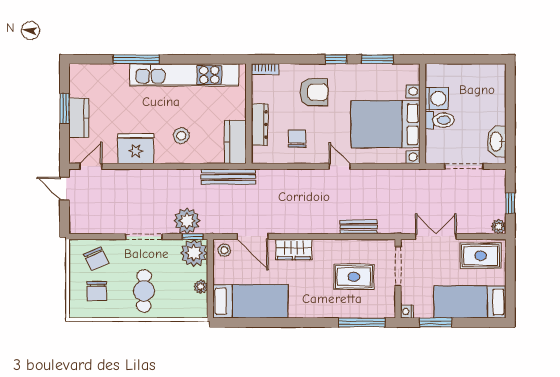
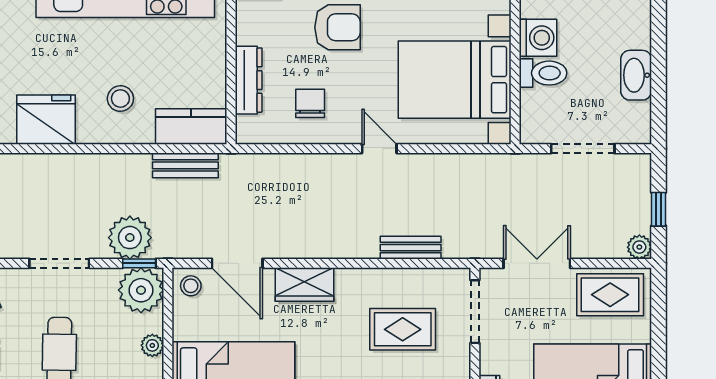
washbasin: (497, 141) -> (636, 75), moved
kitchen counter: (235, 142) -> (191, 126), moved, turned 90
bench: (228, 177) -> (185, 165), width x0.73

